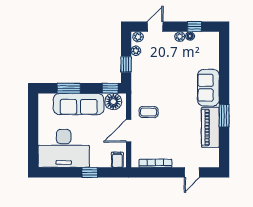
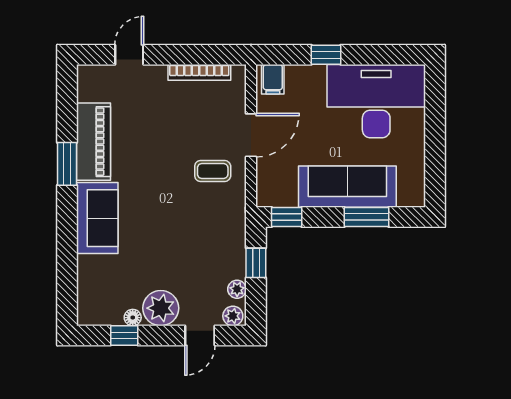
plant: (180, 37) -> (161, 308), width x1.88, depth x1.88
floor lamp: (113, 102) -> (281, 191), removed

